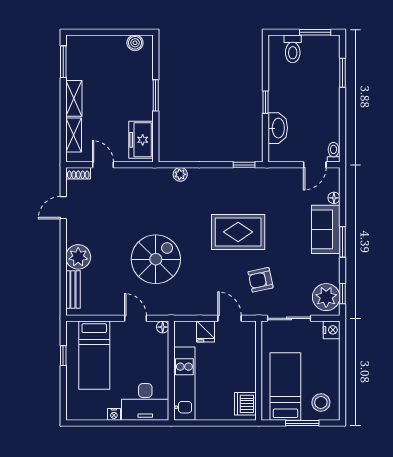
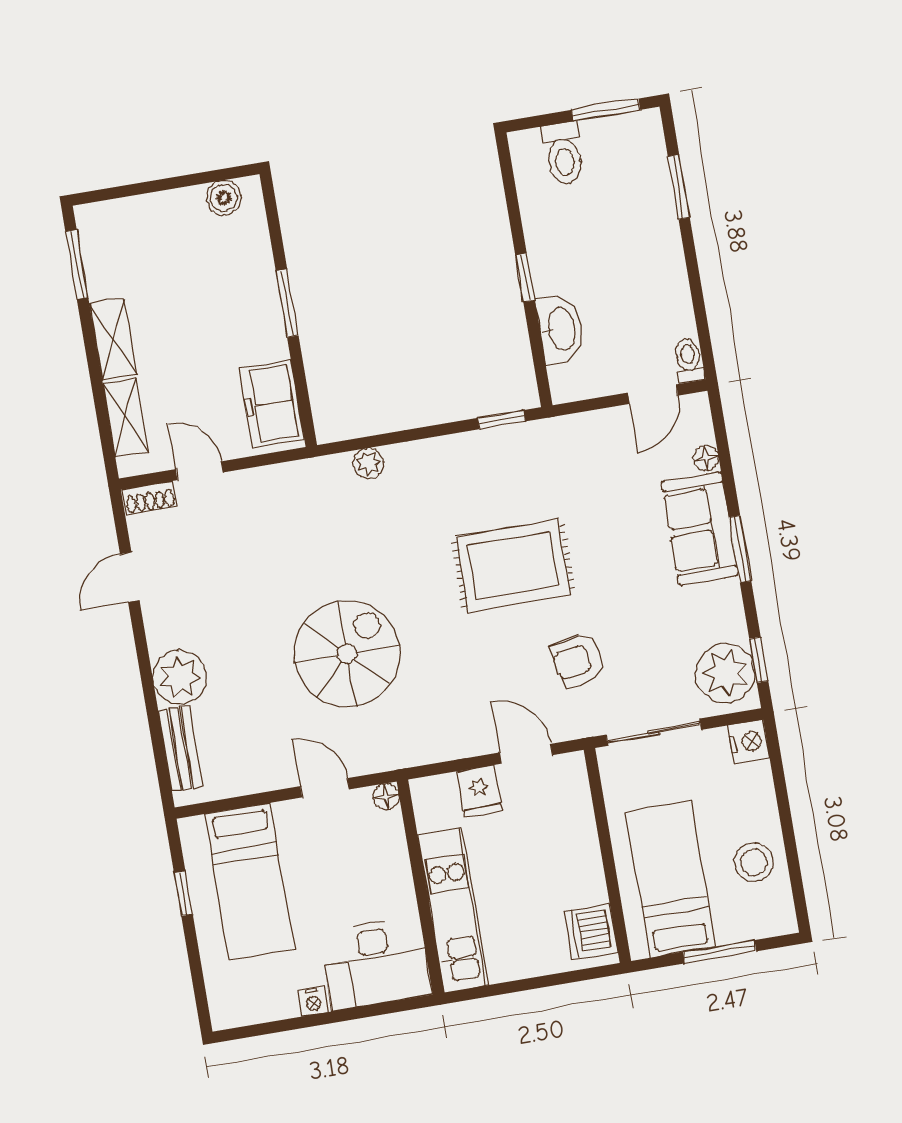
stool: (321, 403) -> (754, 862), moved

